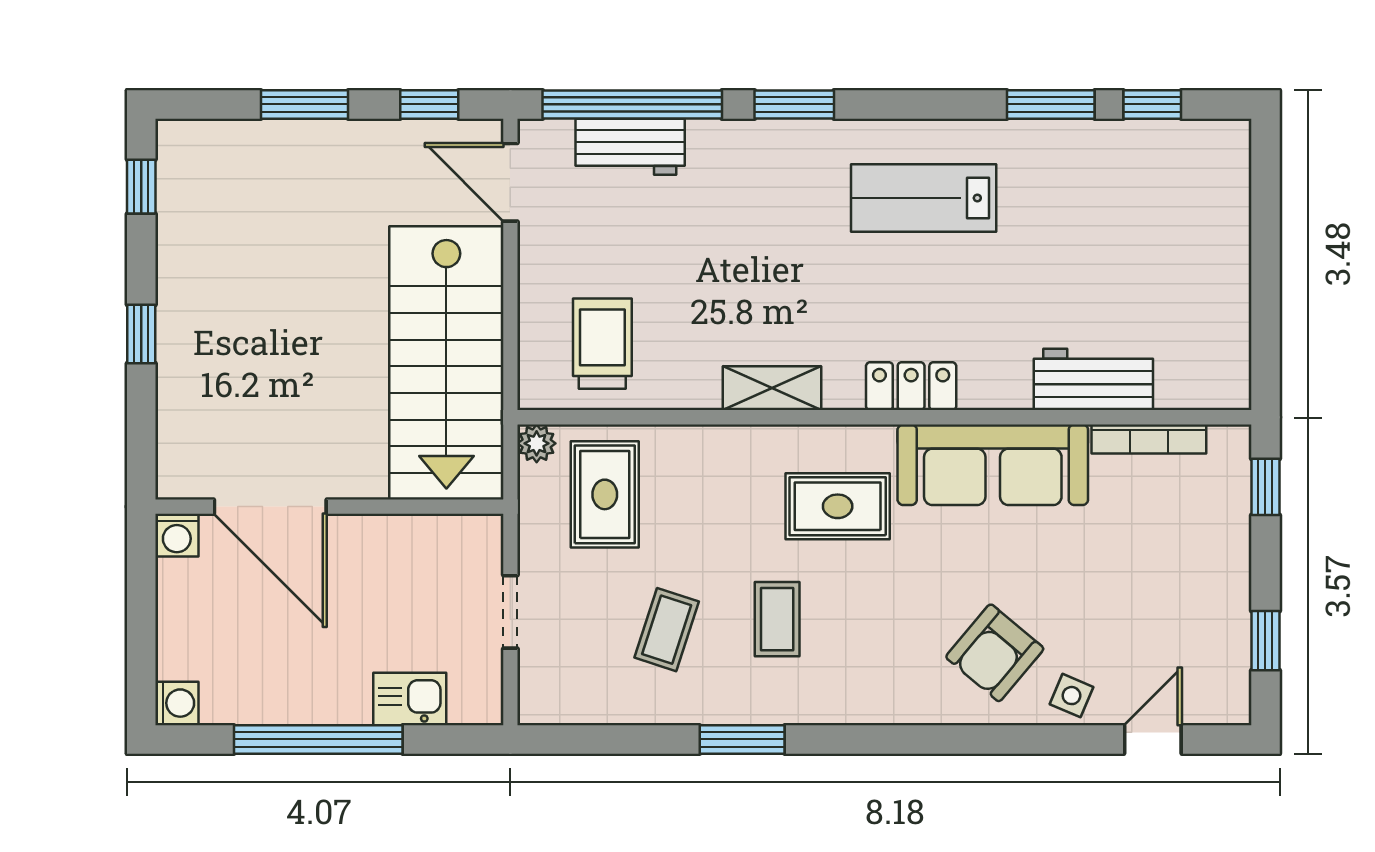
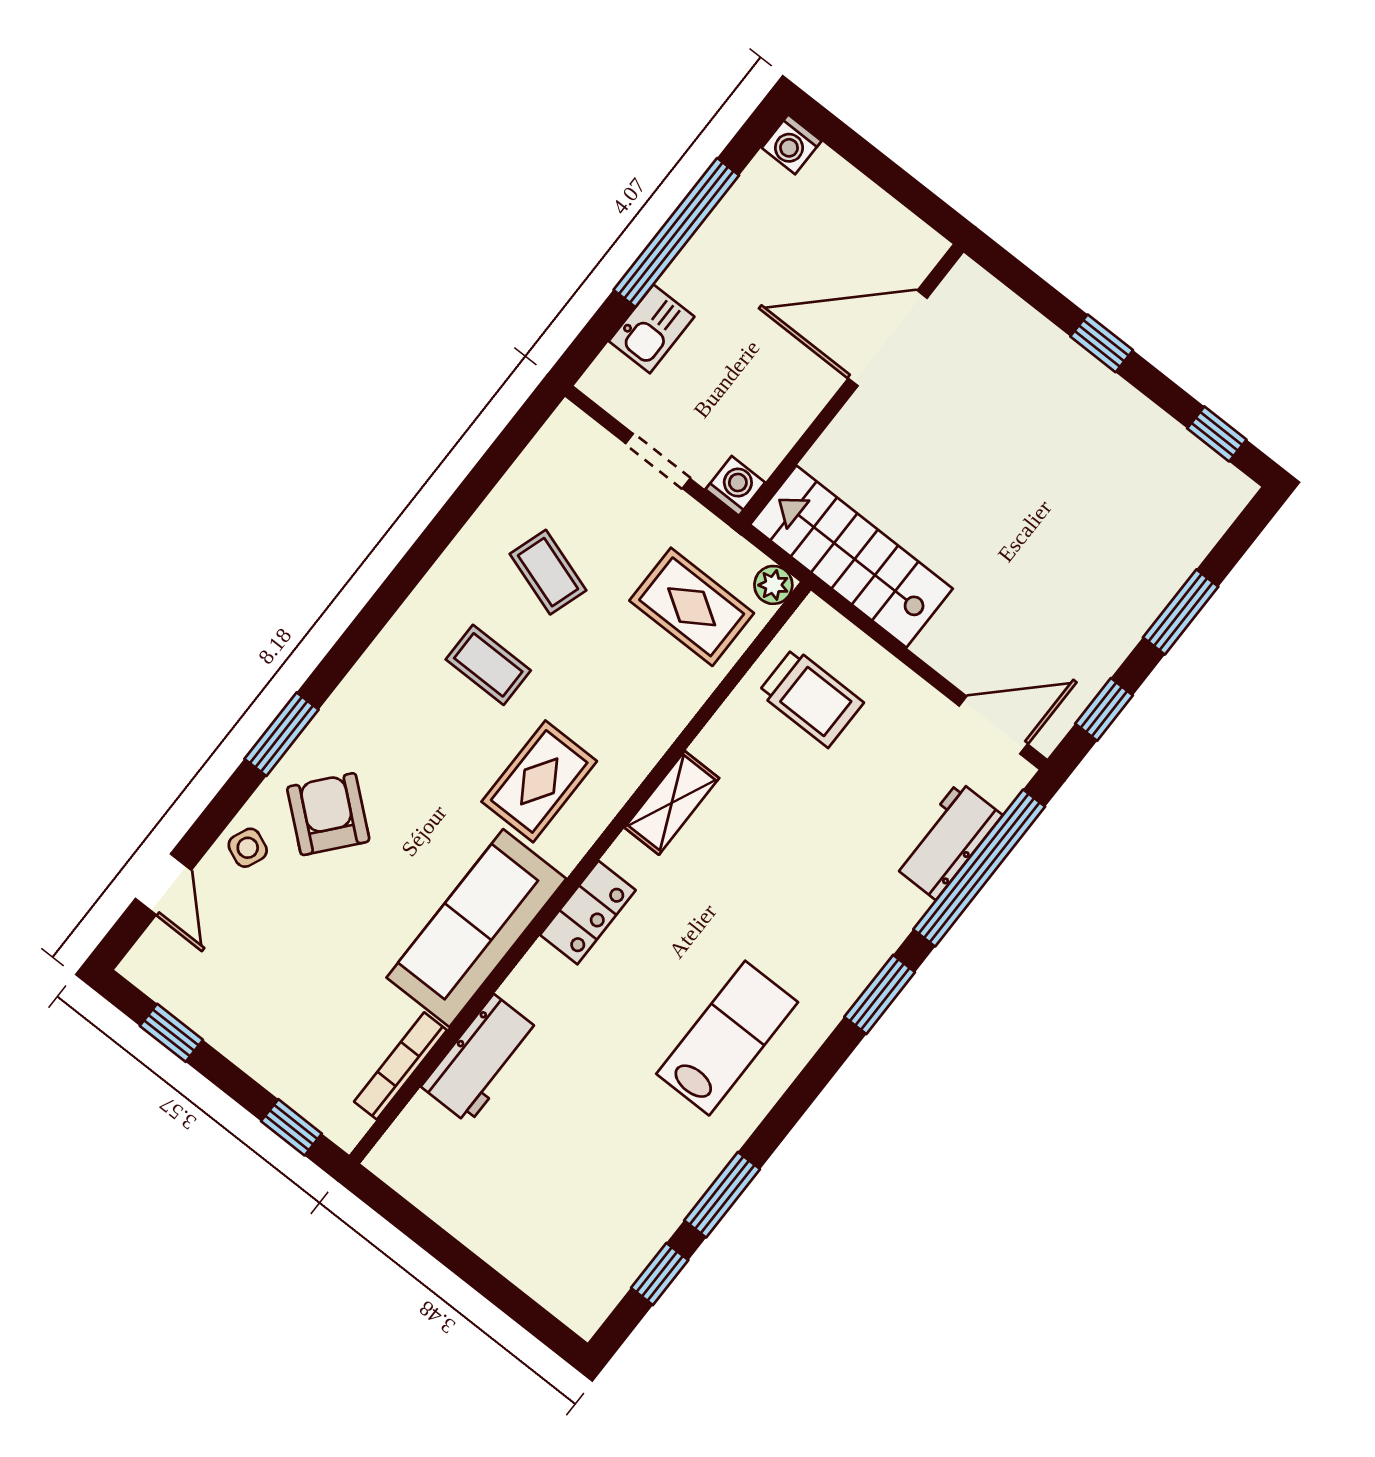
stairs: (446, 363) -> (851, 557), width x0.73, depth x0.66
washing machine: (177, 535) -> (735, 486), moved, turned 90
window: (742, 739) -> (282, 734), moved

